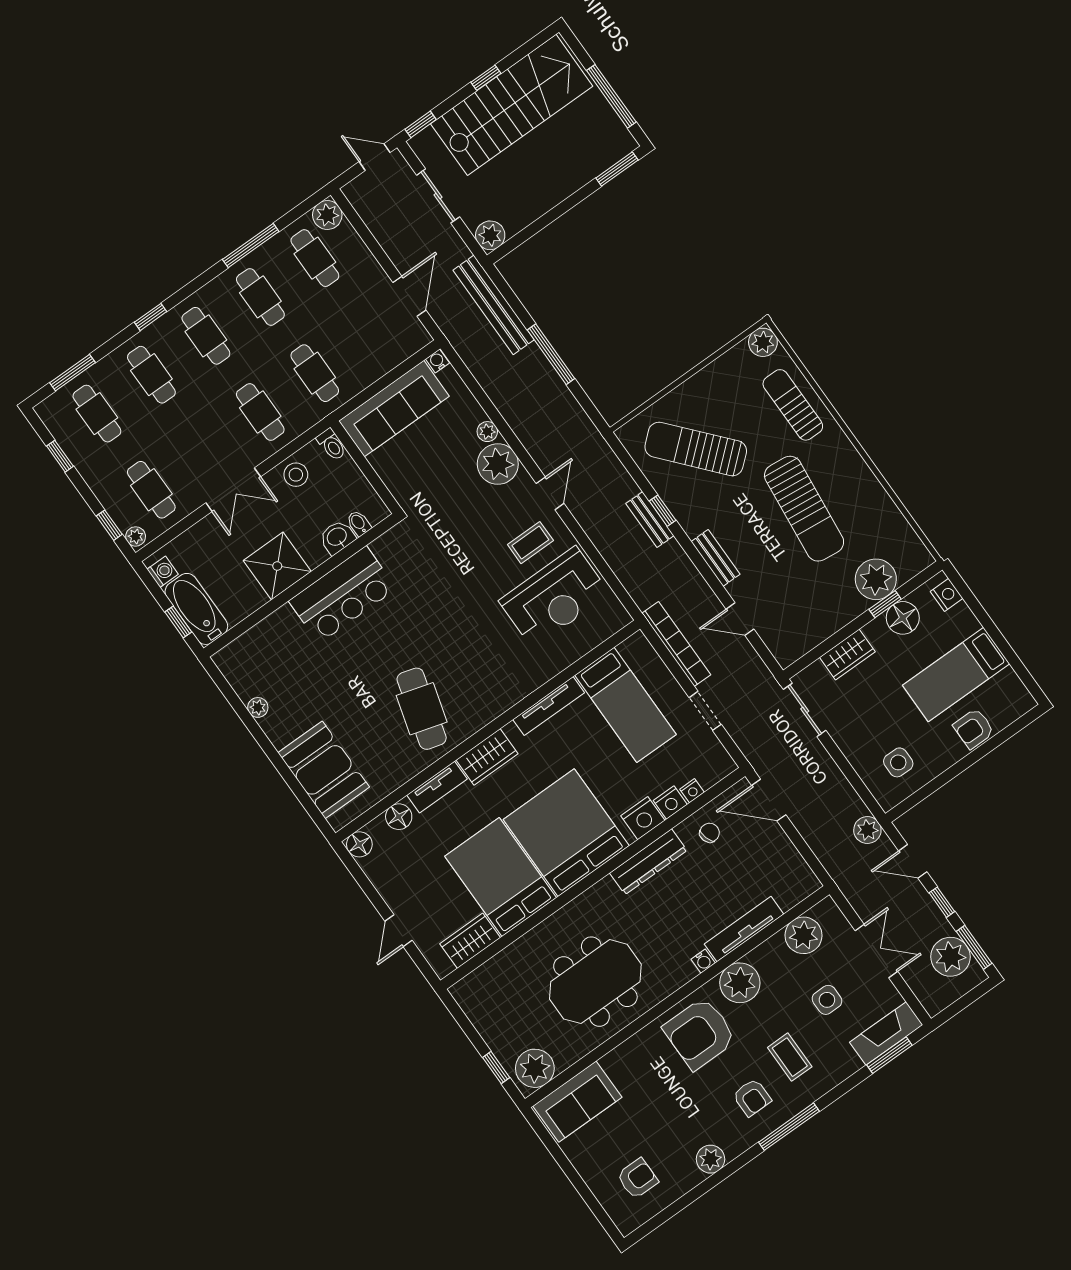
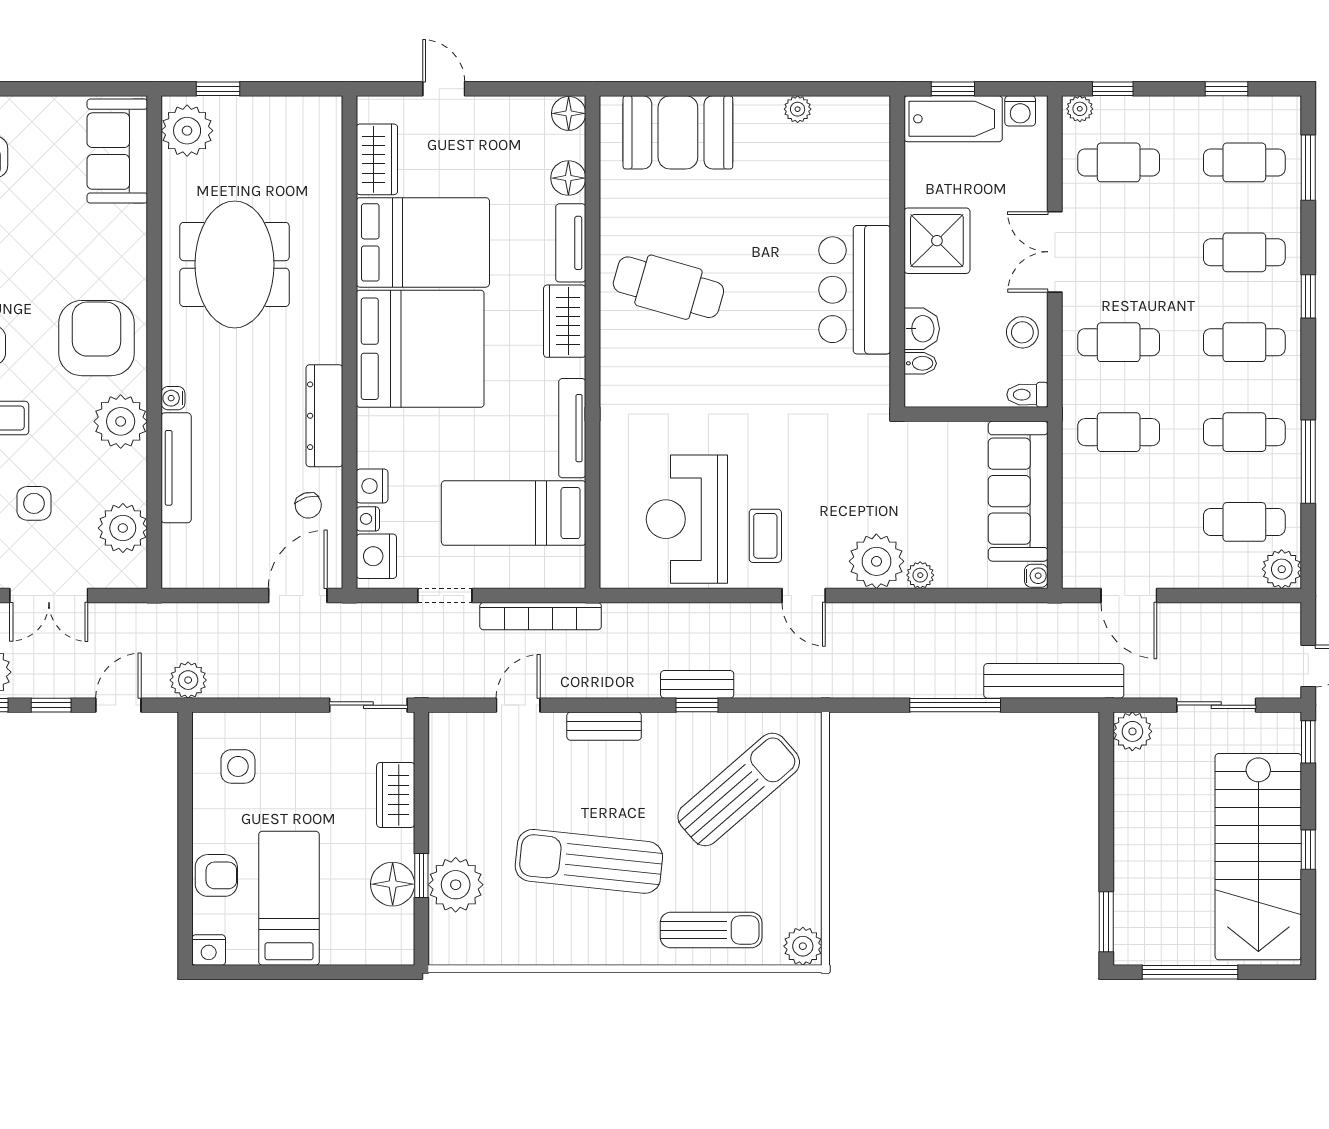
nightstand: (947, 595) -> (209, 950), moved
armchair: (974, 728) -> (216, 875), turned 90
nightstand: (643, 818) -> (376, 556), moved

